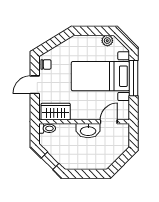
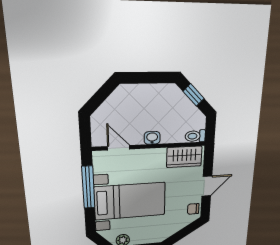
window: (134, 78) -> (88, 187), moved
door: (109, 122) -> (119, 148), swing flipped
washbasin: (88, 131) -> (152, 138), width x0.52, depth x0.69

